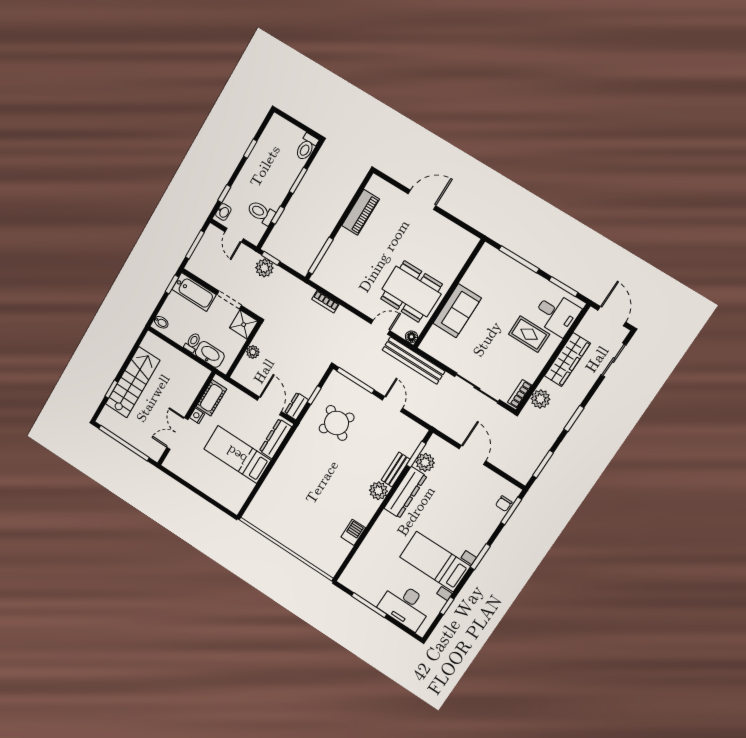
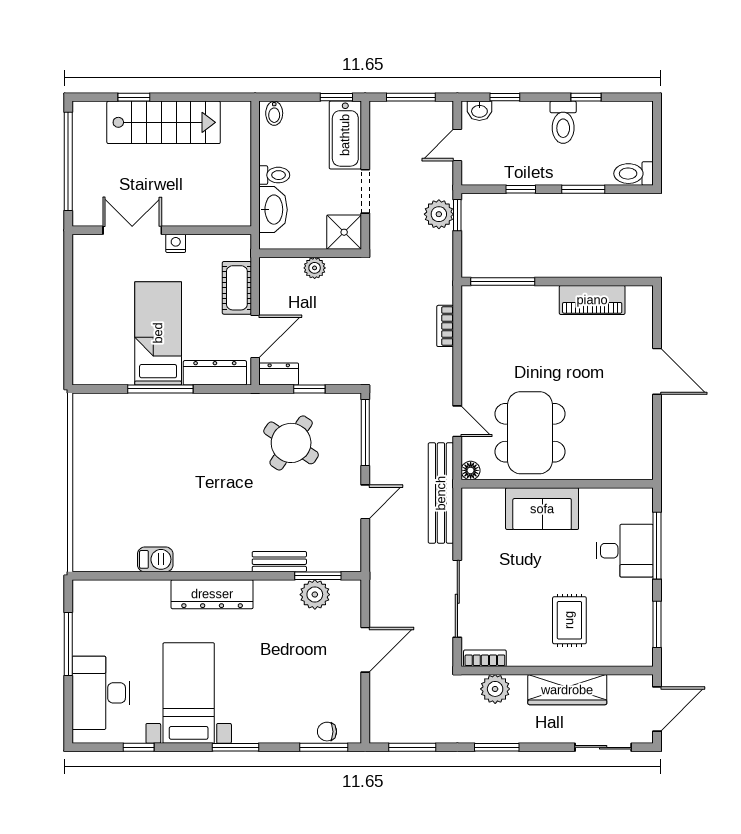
toilet: (261, 213) -> (563, 122), moved, turned 180
desk: (557, 314) -> (625, 551), moved, turned -90
cot: (211, 398) -> (237, 288), moved, turned 90
window: (266, 472) -> (160, 389), added
plant: (378, 491) -> (235, 557), removed
dresser: (405, 492) -> (212, 594), moved

